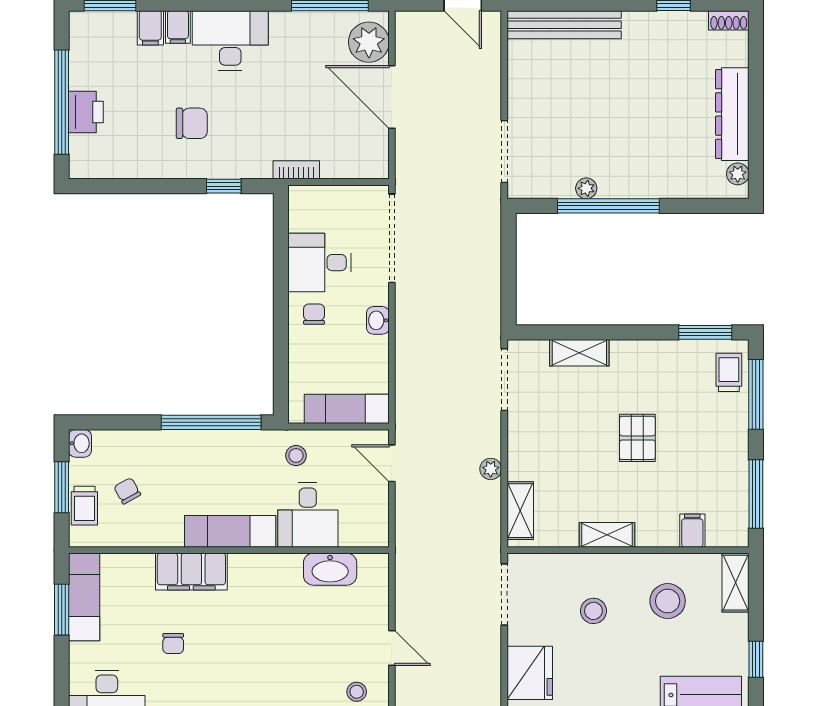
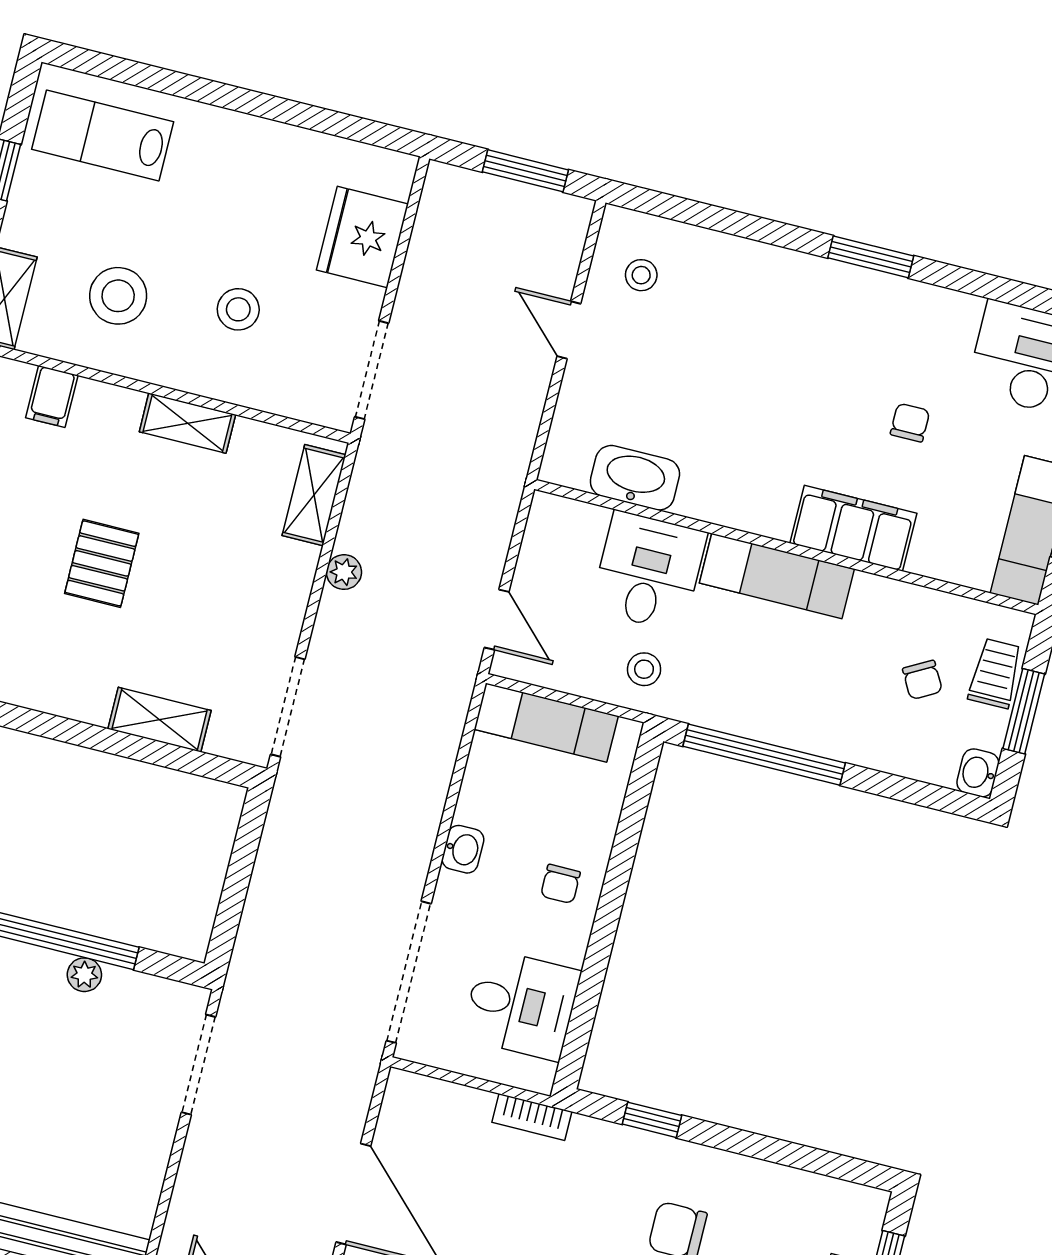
desk: (319, 263) -> (521, 1004), moved

